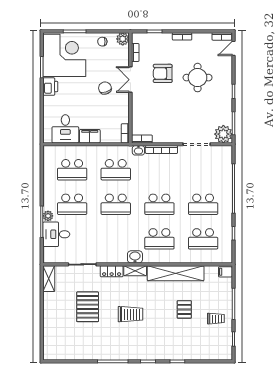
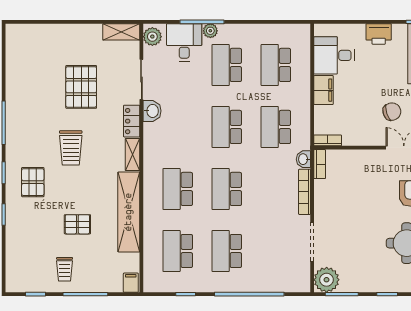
printer: (50, 87) -> (379, 34), moved
plant: (52, 257) -> (152, 37), added
washbasin: (135, 257) -> (152, 111), moved
pallet: (88, 307) -> (81, 87), turned 90
pallet: (155, 341) -> (33, 182), added

